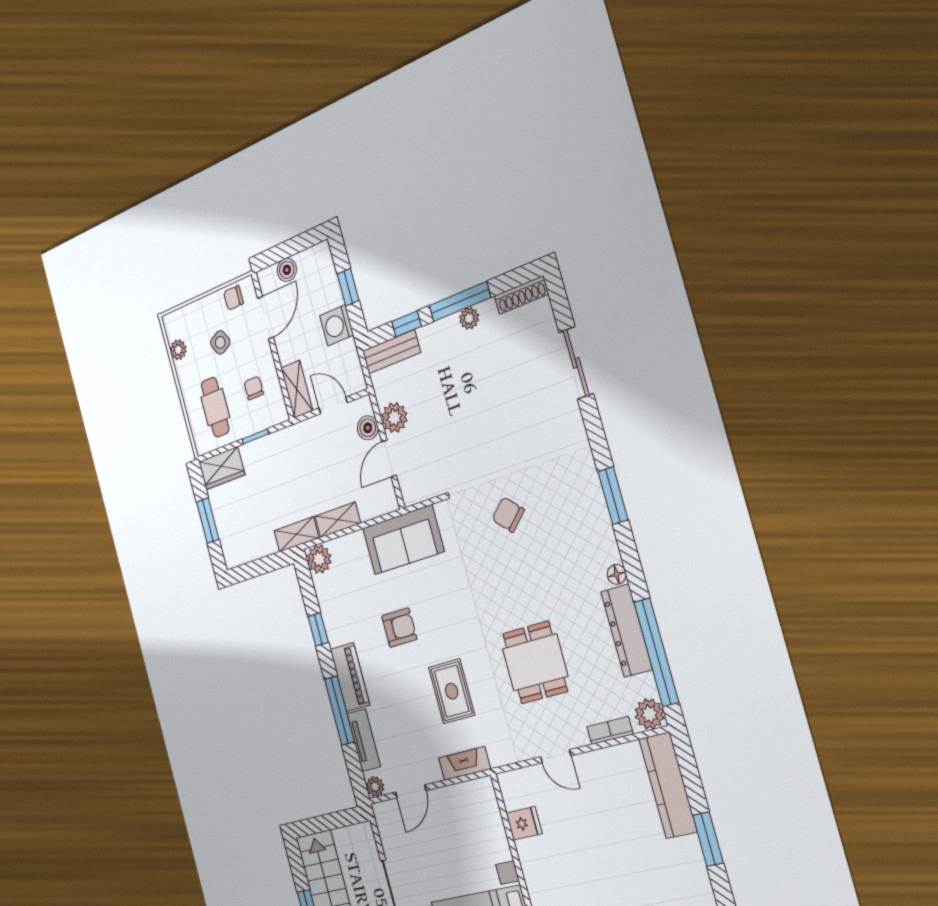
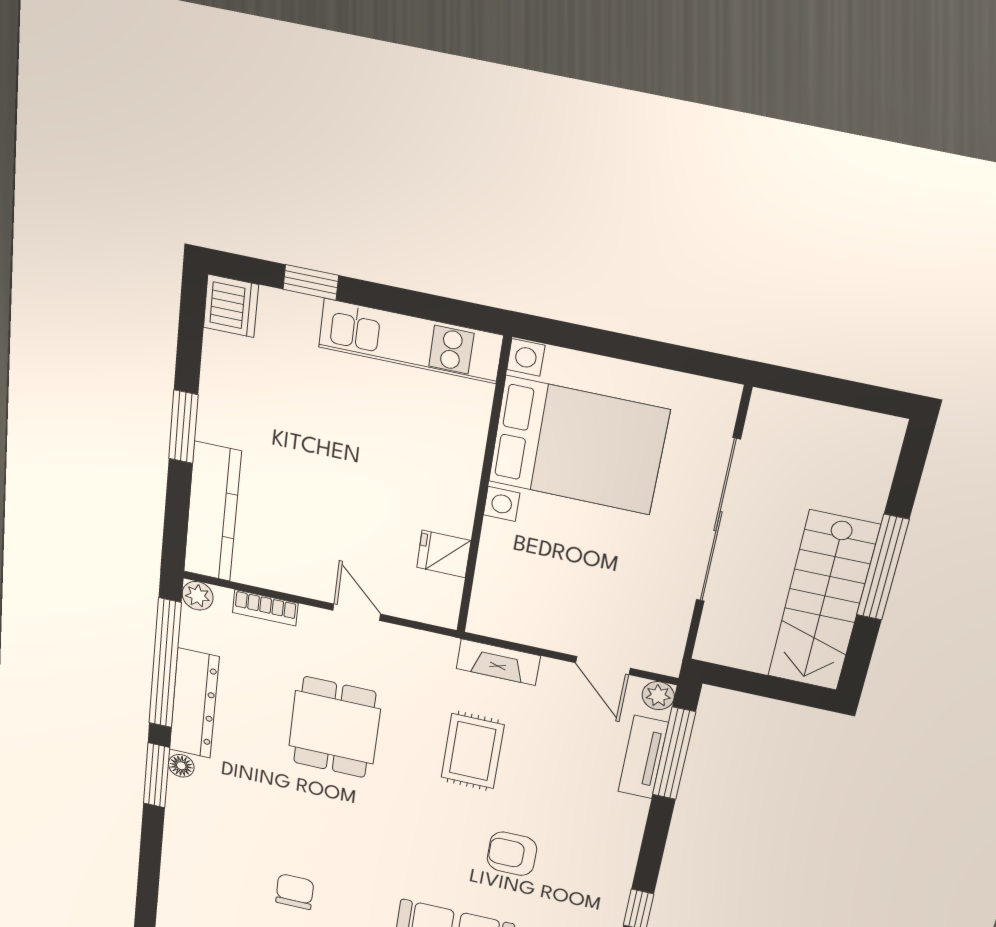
window: (613, 496) -> (156, 775), moved
chair: (508, 515) -> (295, 892), turned -136
piano: (350, 677) -> (621, 837), removed
window: (339, 711) -> (674, 754), moved
plant: (650, 714) -> (198, 596), width x0.73, depth x0.73
door: (411, 791) -> (603, 666), swing flipped

